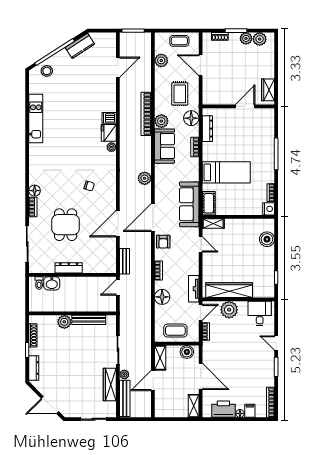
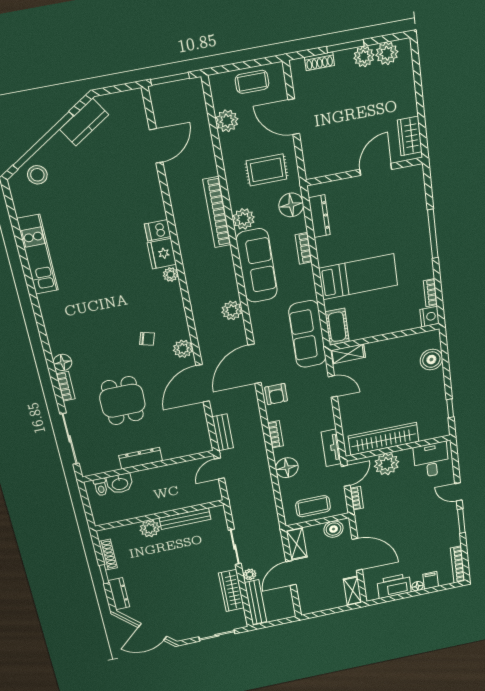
rug: (180, 94) -> (267, 170), turned 90
sofa: (165, 146) -> (257, 266), width x1.36
plant: (110, 197) -> (183, 349), added

